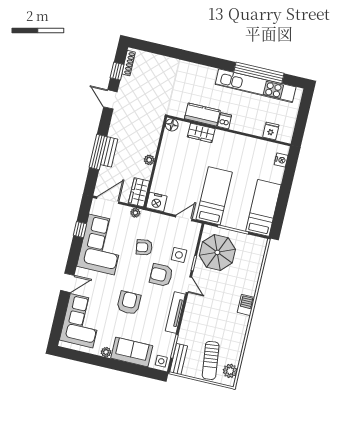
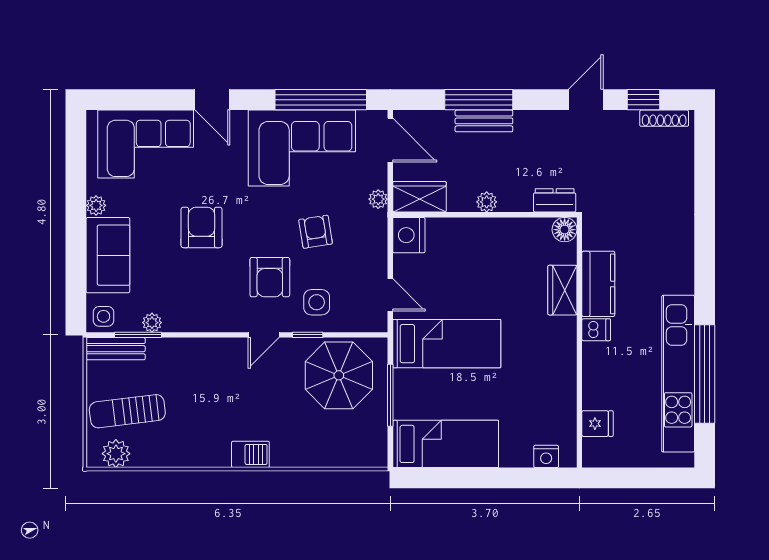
dresser: (156, 126) -> (555, 200), added
window: (80, 230) -> (321, 100), width x3.17
armchair: (161, 275) -> (270, 277), turned 180
armchair: (129, 303) -> (202, 227), turned -90
tv unit: (175, 312) -> (204, 321), removed
plant: (170, 338) -> (152, 323), added

